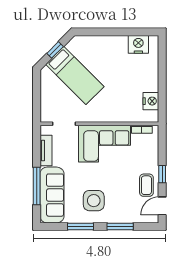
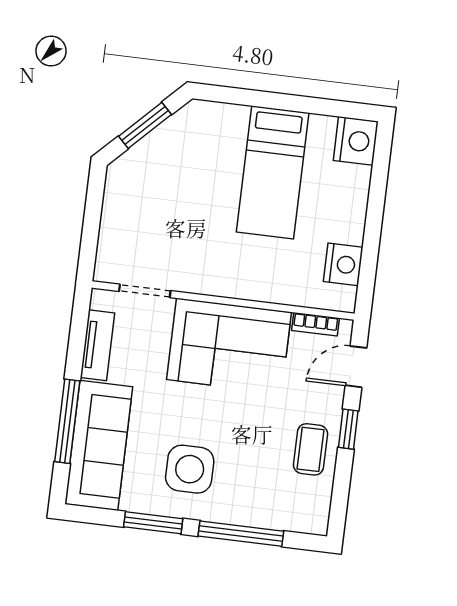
nightstand: (138, 44) -> (356, 141), moved, turned 90
window: (55, 50) -> (145, 125), width x1.50
bed: (75, 75) -> (273, 172), moved, turned 45
door: (162, 206) -> (356, 367), moved
window: (120, 227) -> (241, 534), width x1.44

